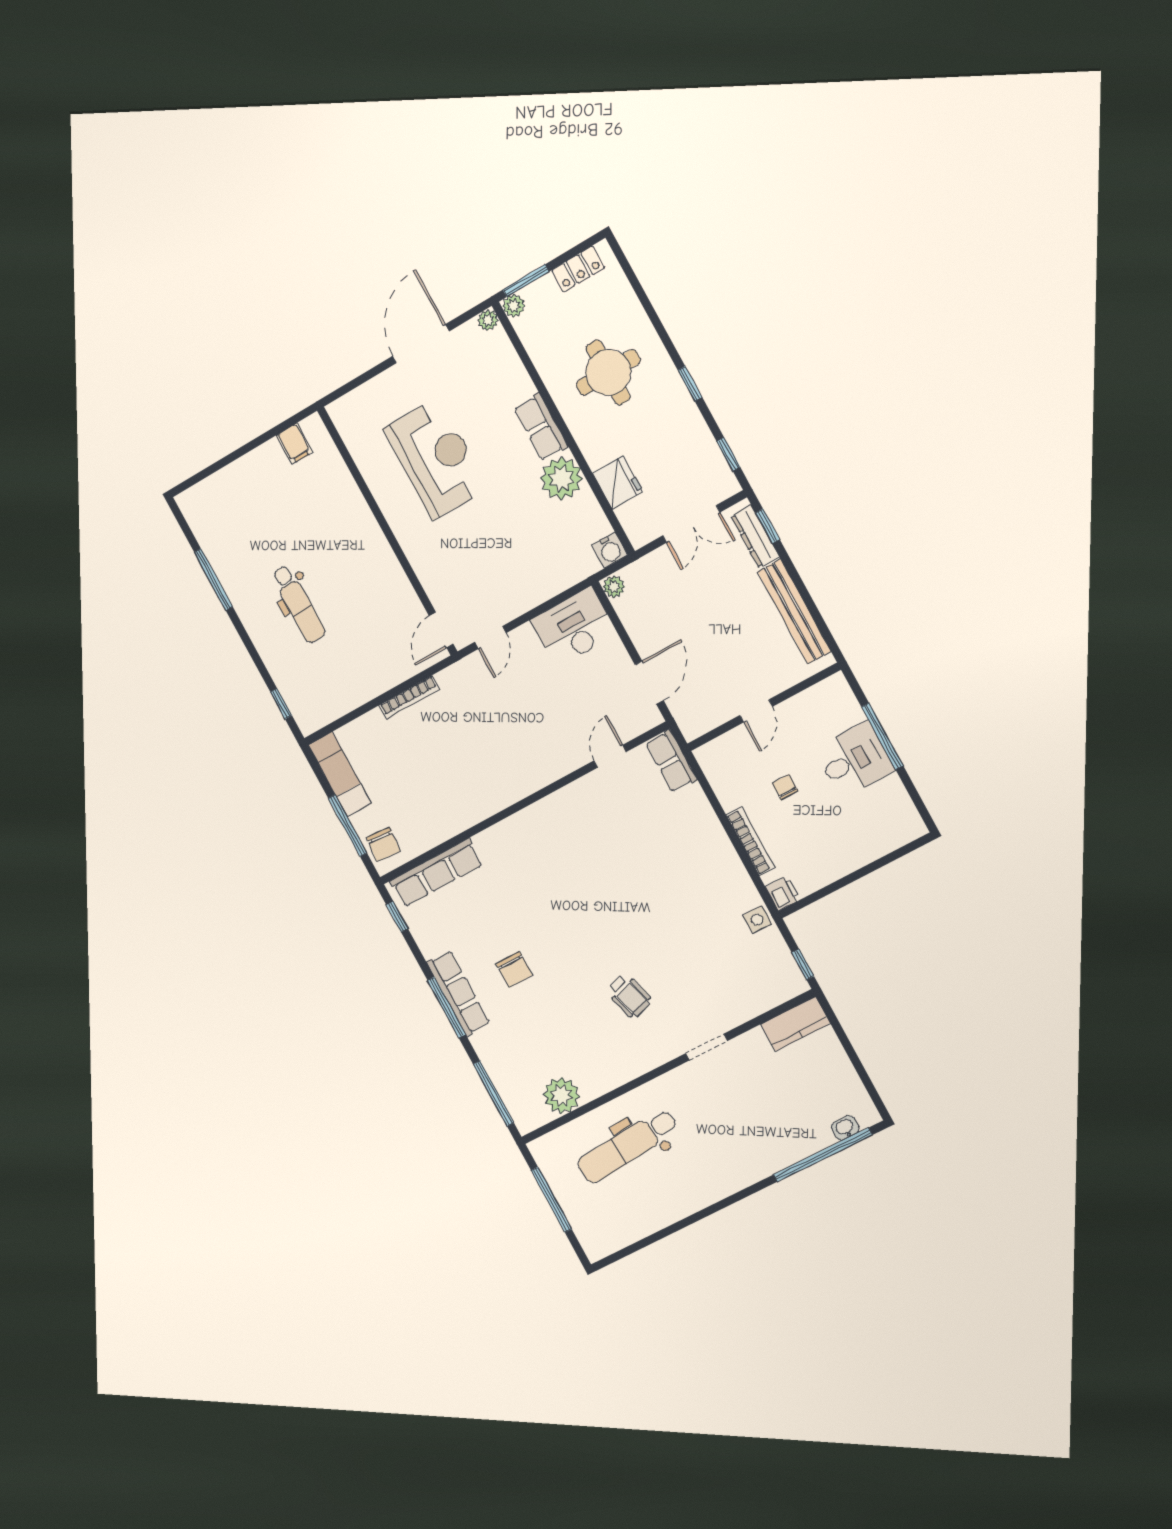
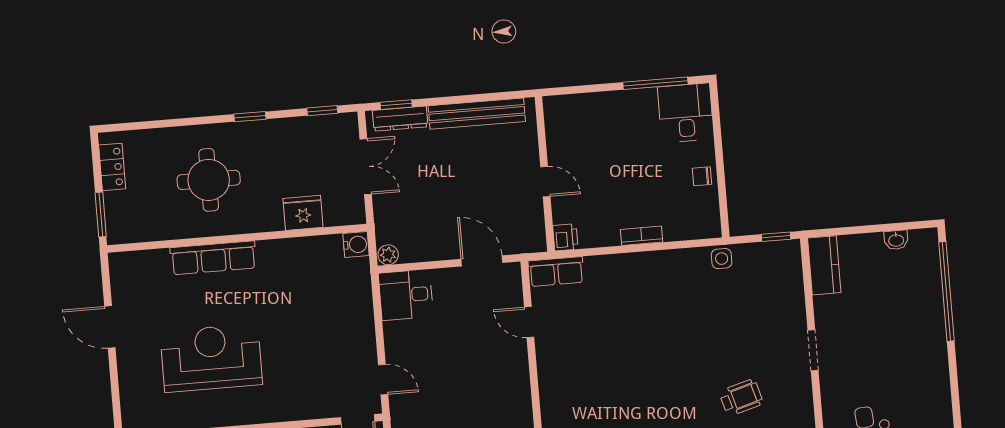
plant: (514, 306) -> (116, 234), removed
plant: (488, 320) -> (118, 261), removed
door: (421, 344) -> (110, 327), width x0.73
row of seats: (541, 427) -> (213, 258), width x1.48
plant: (561, 479) -> (278, 259), removed
desk: (574, 627) -> (406, 295), width x0.73
window: (882, 736) -> (655, 83), moved
desk: (855, 760) -> (686, 113), moved
chair: (785, 787) -> (702, 176), moved
bookcase: (751, 841) -> (642, 236), width x0.64
printer: (783, 893) -> (565, 237), moved, turned 90
washbasin: (845, 1128) -> (896, 240), moved, turned -90

